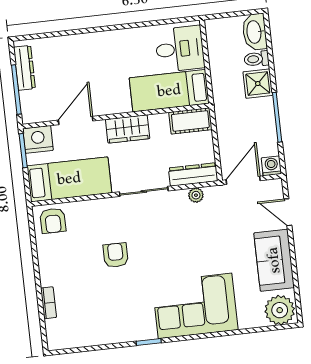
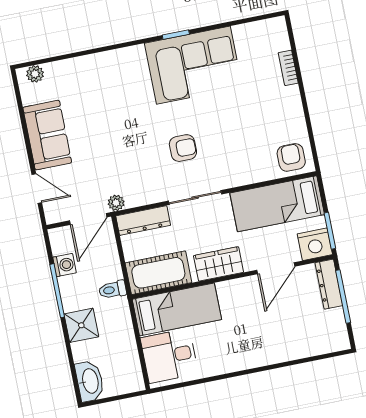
toilet: (257, 59) -> (113, 290), moved, turned 180
dresser: (24, 68) -> (329, 284), moved
cot: (190, 121) -> (158, 273), width x1.37, depth x1.34
washing machine: (271, 166) -> (64, 265), moved, turned -90
plant: (196, 195) -> (116, 203), moved
armchair: (116, 255) -> (183, 148), moved, turned -90
corner sofa: (195, 306) -> (193, 65), moved
plant: (280, 310) -> (35, 74), width x0.53, depth x0.53

